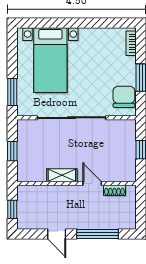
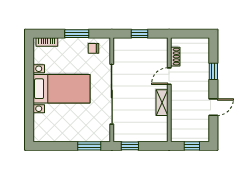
bed with nightstands: (50, 60) -> (62, 89), moved
chair: (124, 97) -> (93, 48), width x0.54, depth x0.54
window: (12, 151) -> (130, 146), moved
window: (98, 234) -> (213, 71), width x0.46

